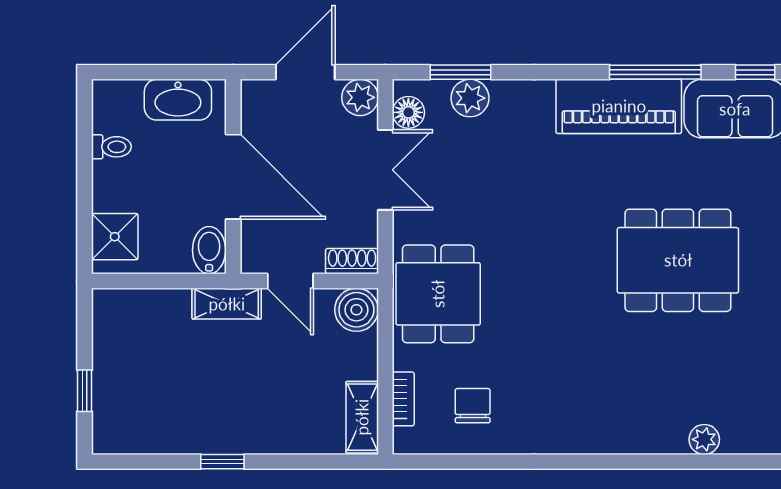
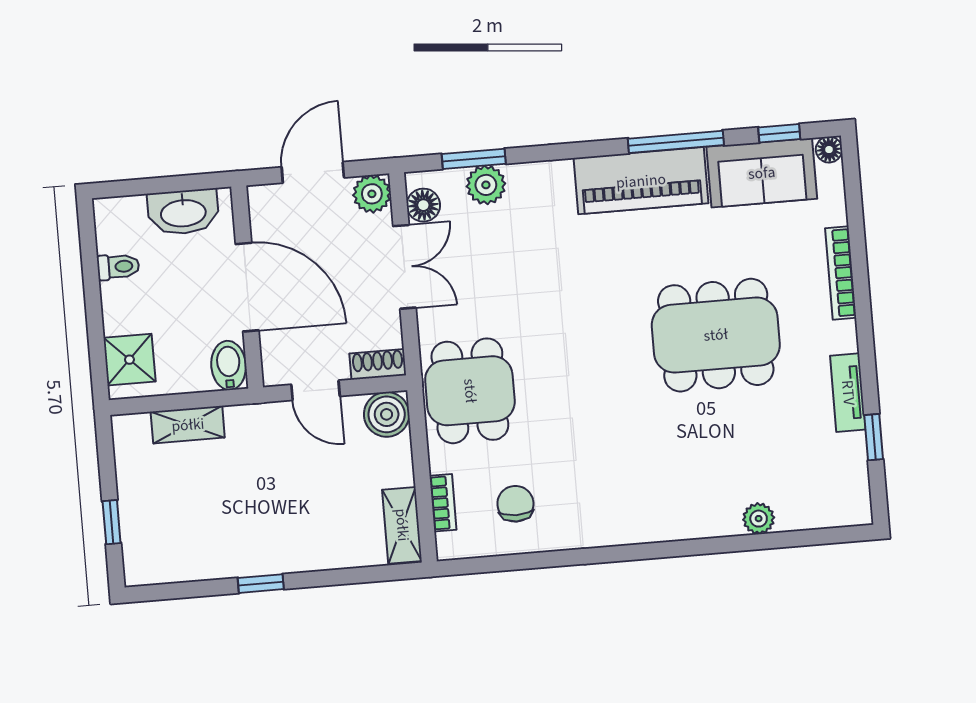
shelving: (227, 304) -> (188, 425), moved

